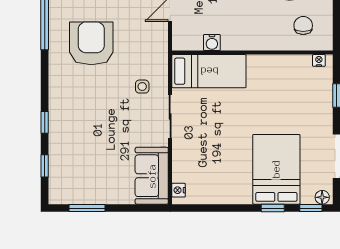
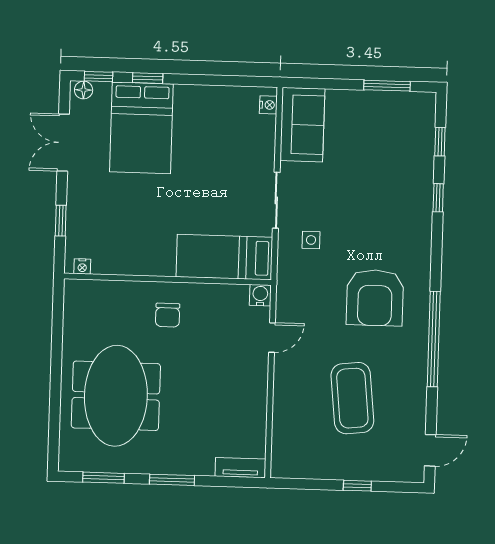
chair: (303, 26) -> (168, 315), moved
water cooler: (212, 43) -> (260, 295), moved

